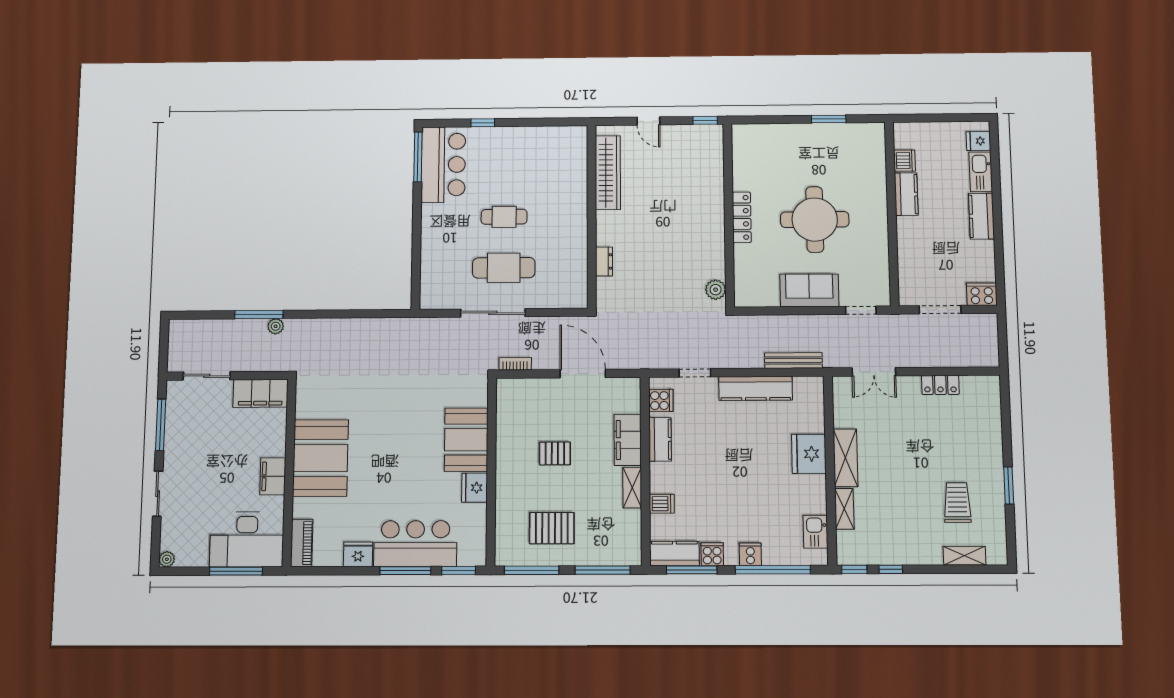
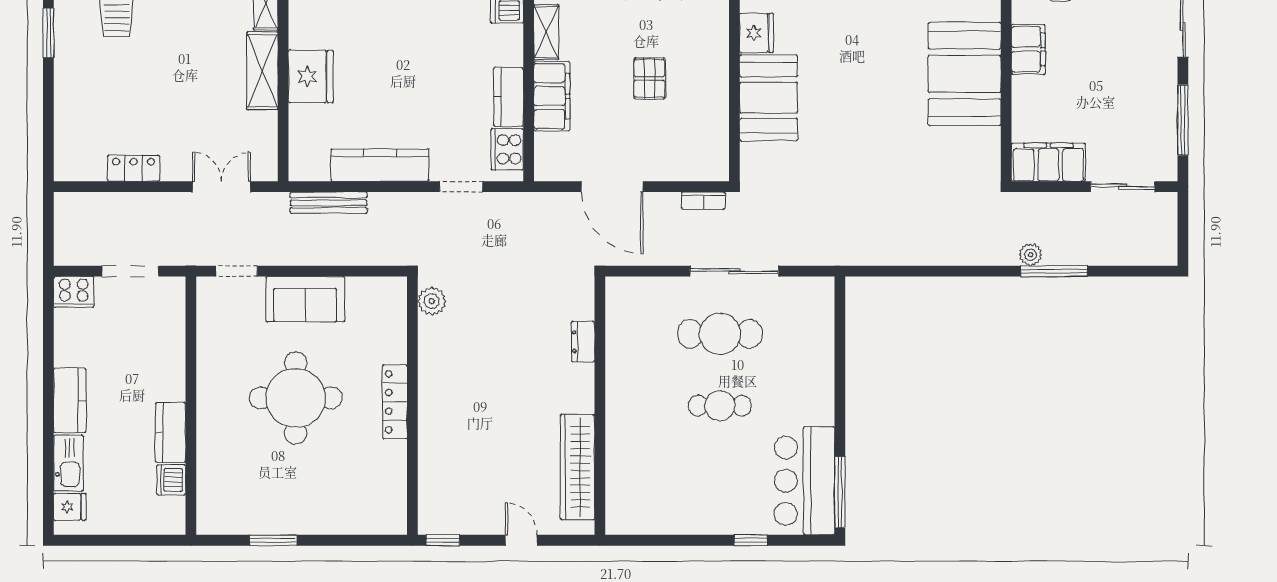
cooker: (661, 401) -> (507, 149), width x1.36
pallet: (555, 453) -> (649, 78), turned 90

